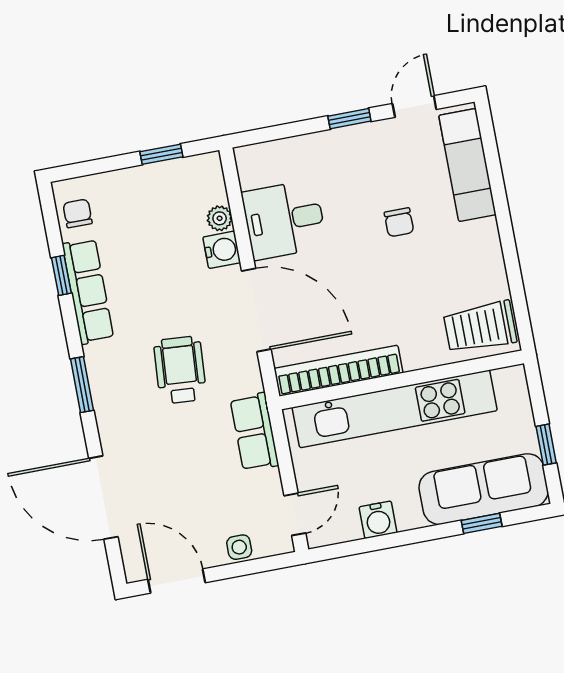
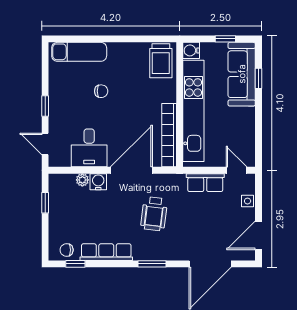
door: (414, 106) -> (45, 144), moved
window: (61, 275) -> (75, 264), moved
wheelchair: (180, 370) -> (154, 214), turned -87
row of seats: (254, 432) -> (205, 183), moved
water cooler: (378, 520) -> (191, 50), moved, turned 180

